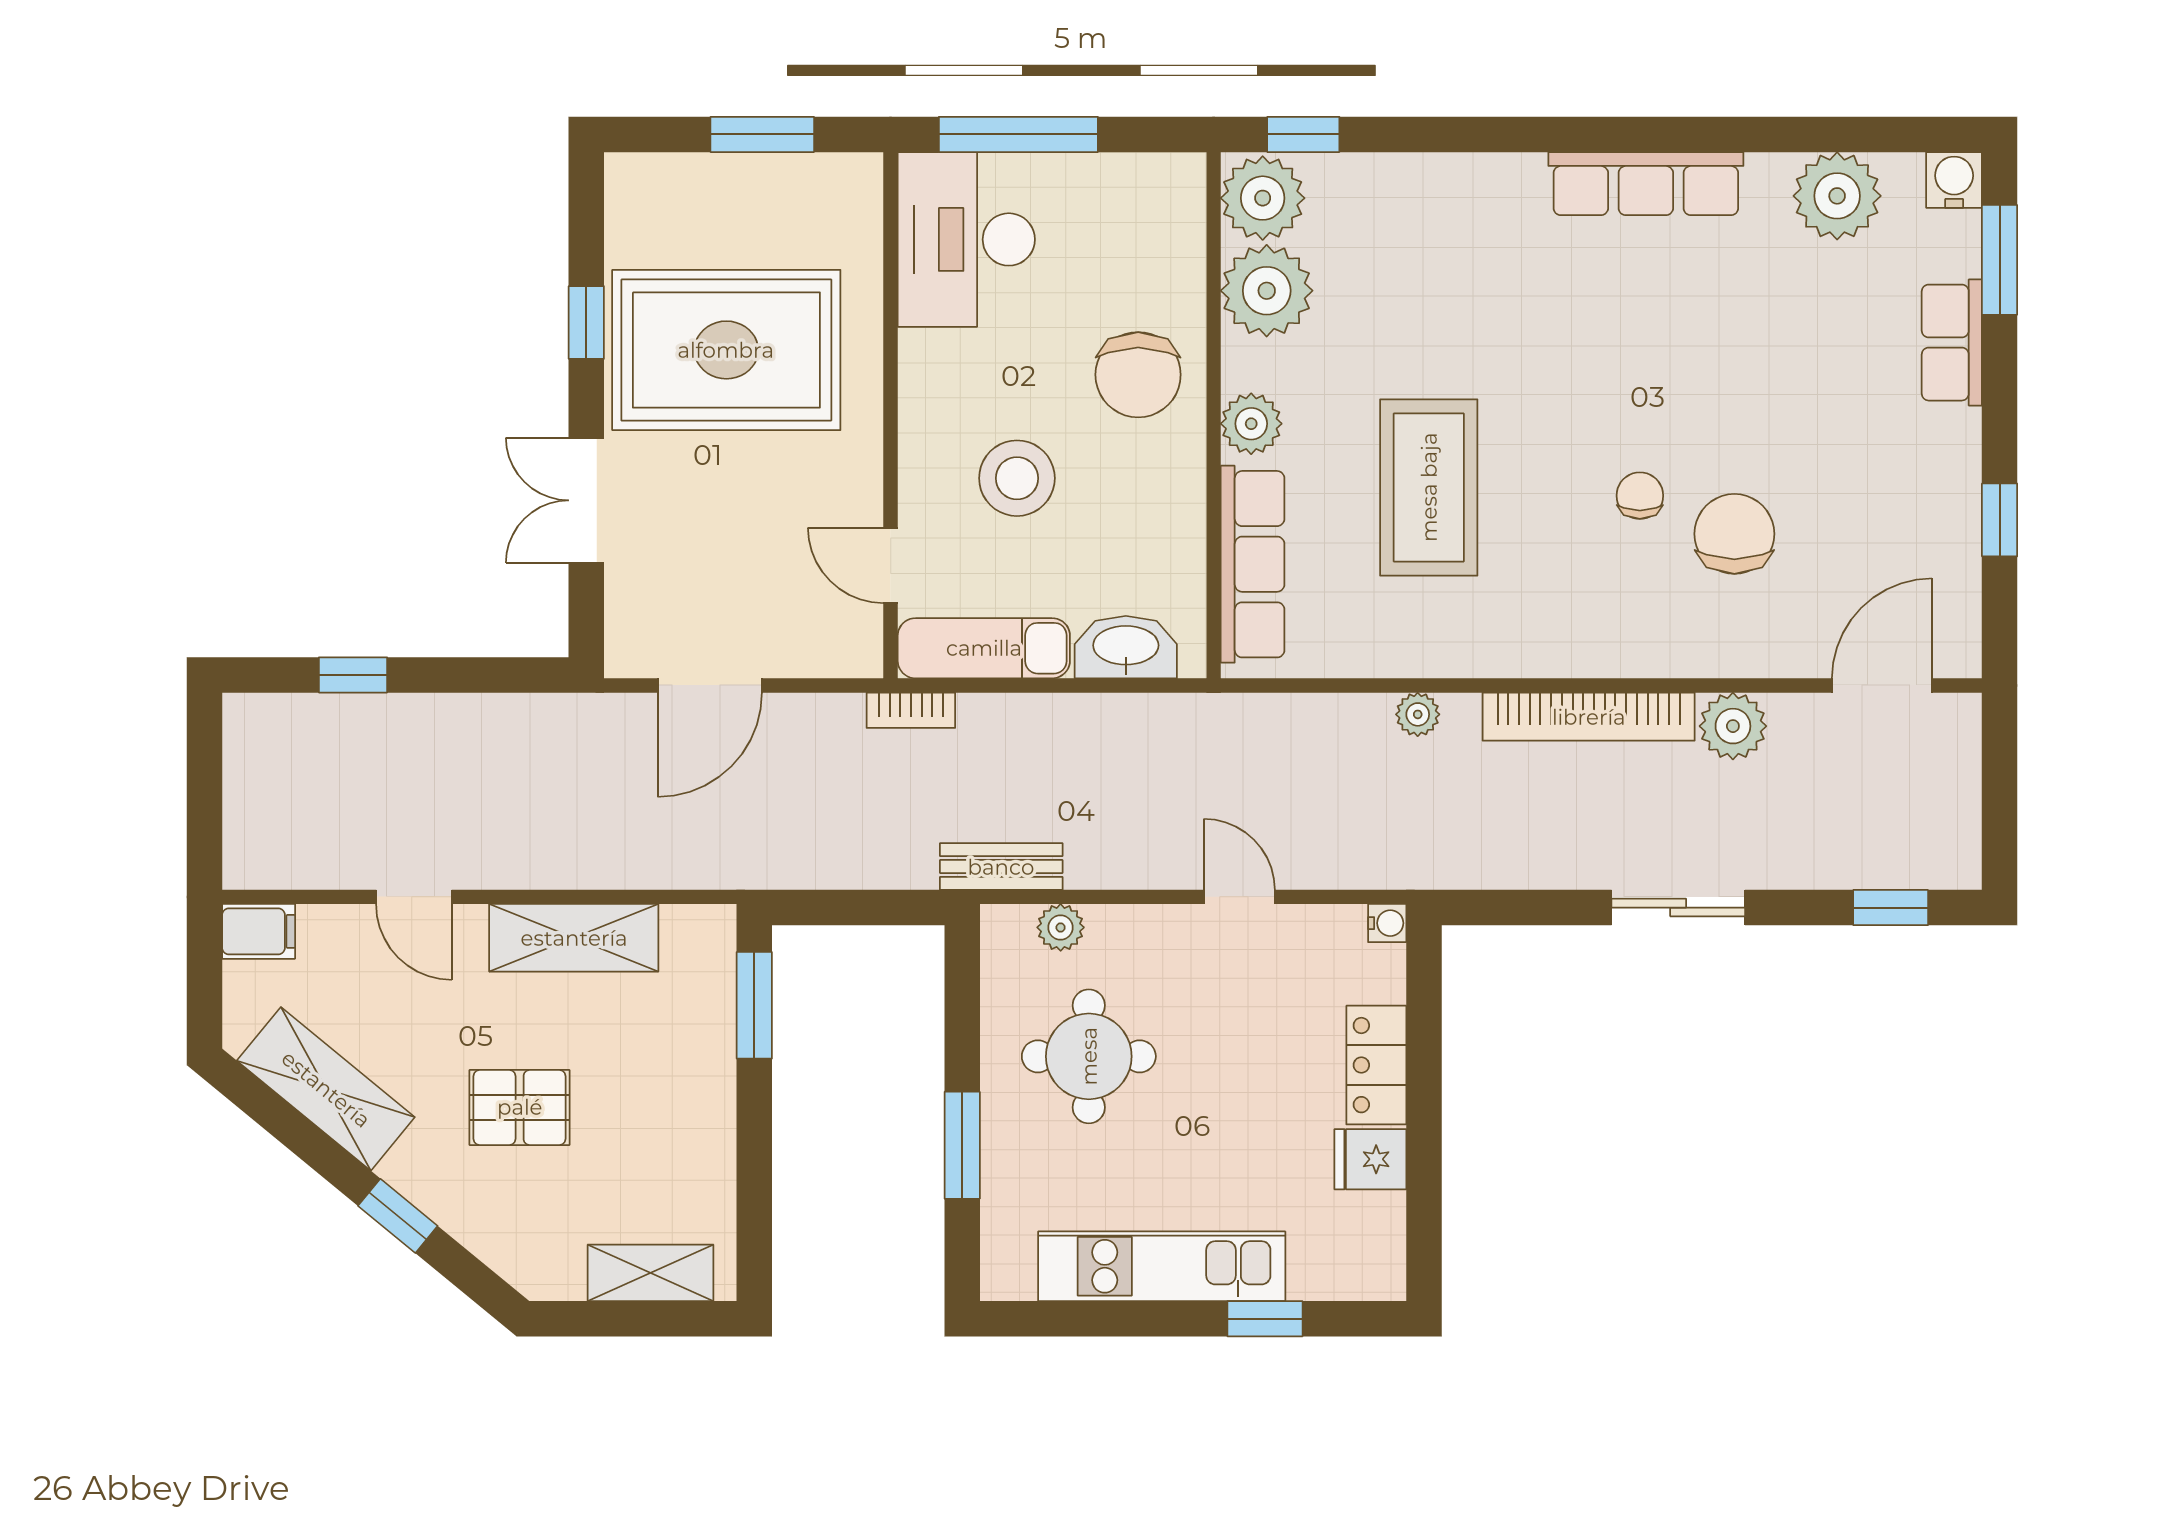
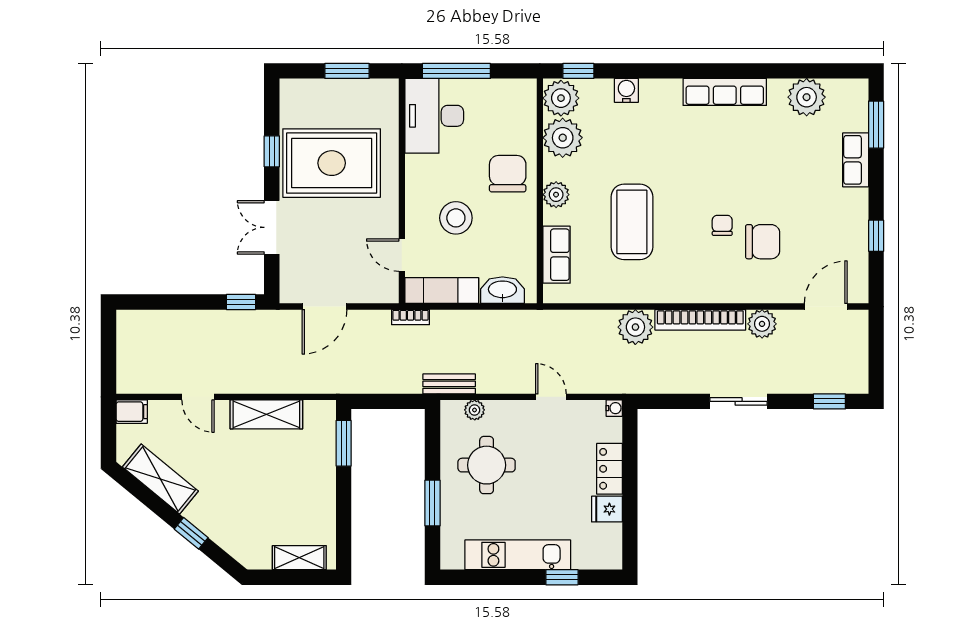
water cooler: (1954, 180) -> (626, 90), moved
chair: (1138, 375) -> (508, 174), turned 180
chair: (1734, 534) -> (763, 242), turned 90
row of seats: (1253, 564) -> (557, 255), width x0.68
window: (353, 675) -> (241, 302), moved
plant: (1418, 714) -> (635, 327), width x1.87, depth x1.87
pallet: (520, 1107) -> (243, 487), removed

